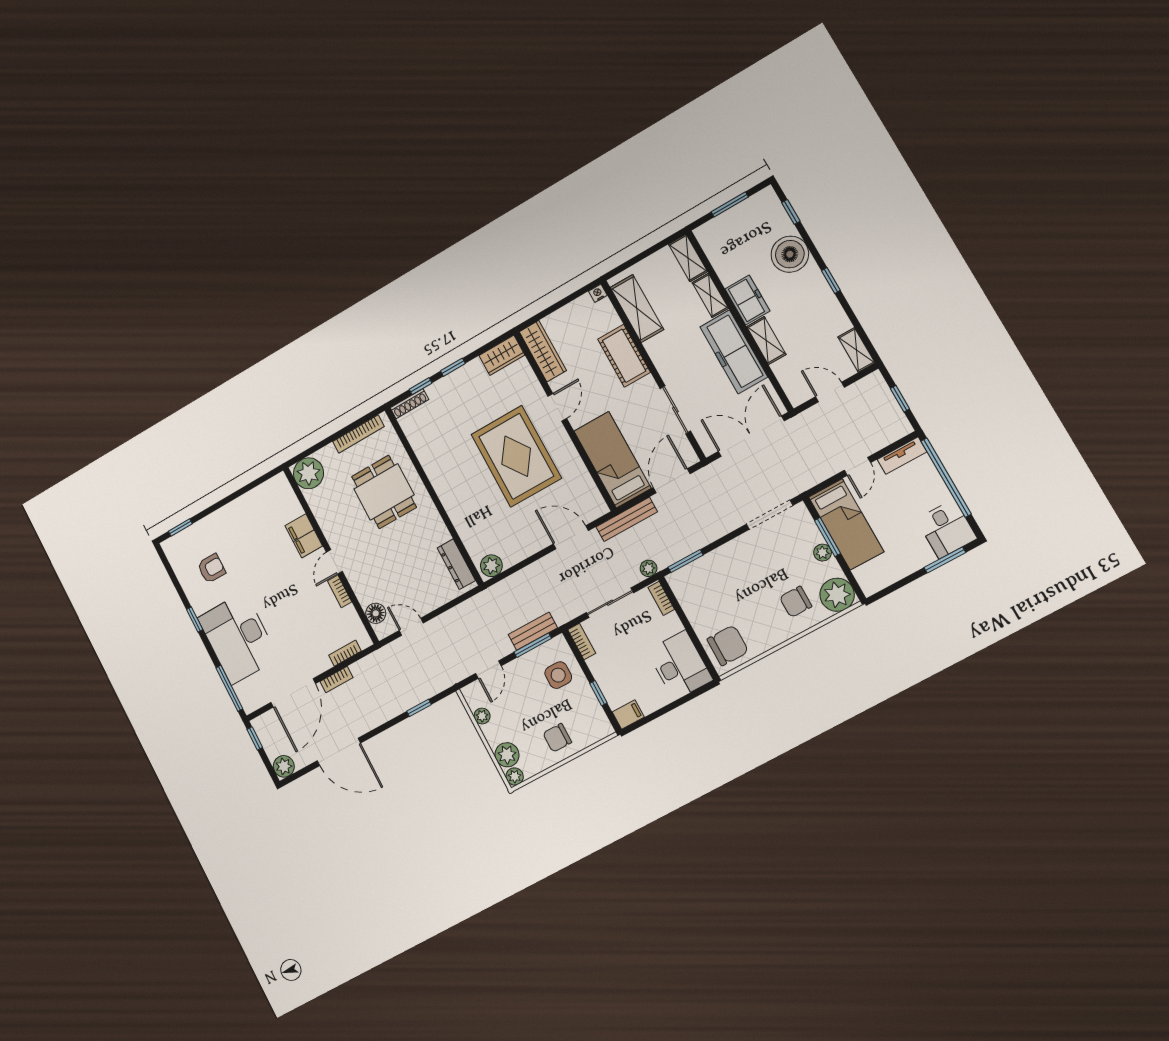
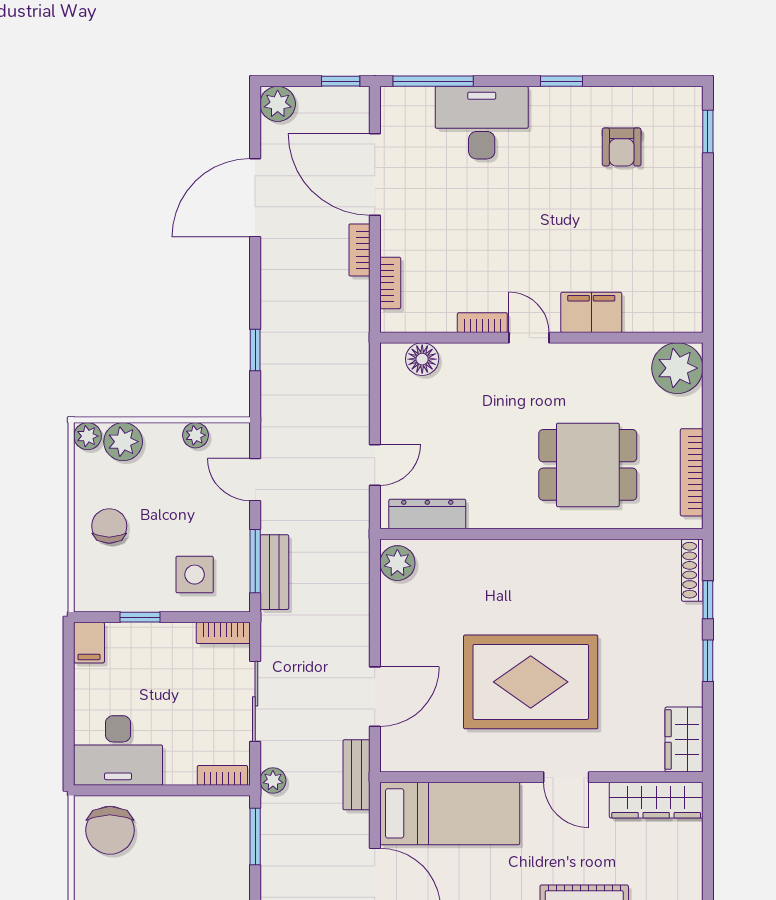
bench: (627, 519) -> (357, 775), width x0.73
door: (411, 627) -> (375, 465), moved
desk: (238, 638) -> (482, 123), width x0.73, depth x0.77

